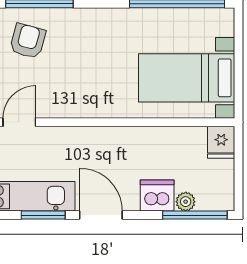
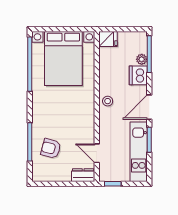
bed with nightstands: (187, 78) -> (63, 59), width x1.36
stool: (112, 141) -> (108, 101), added

